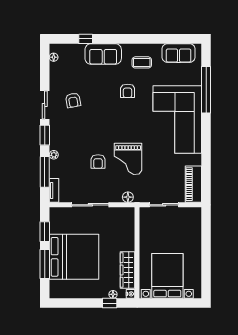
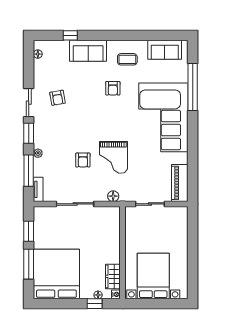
bed: (74, 257) -> (56, 274), moved, turned -90
wardrobe: (128, 270) -> (113, 276), width x0.67

